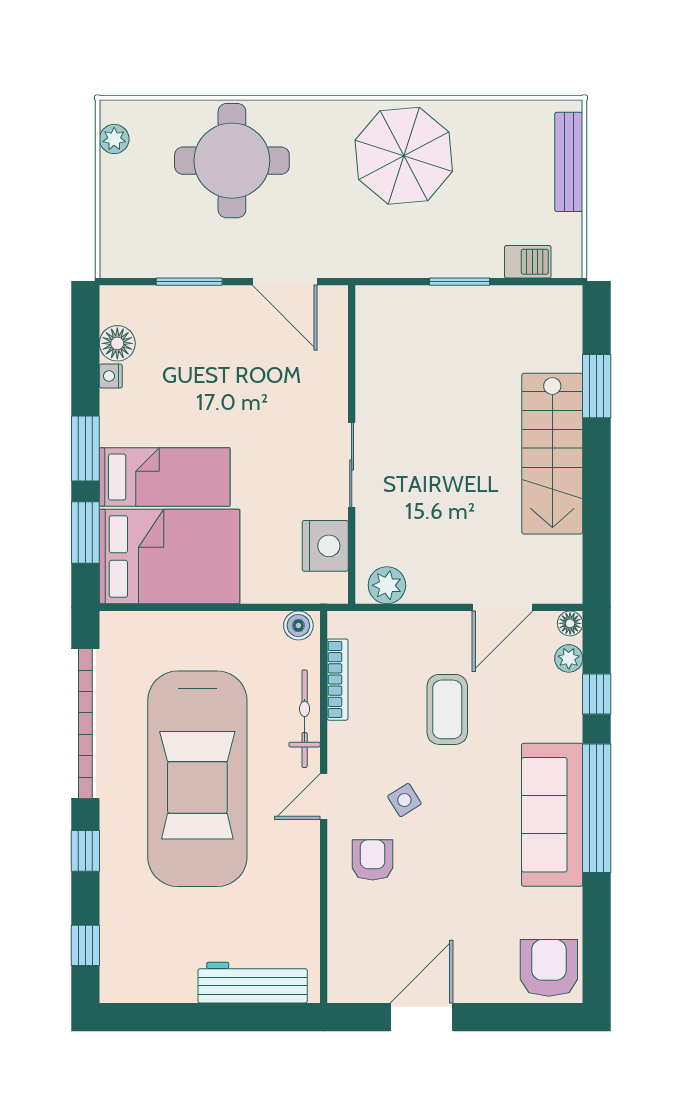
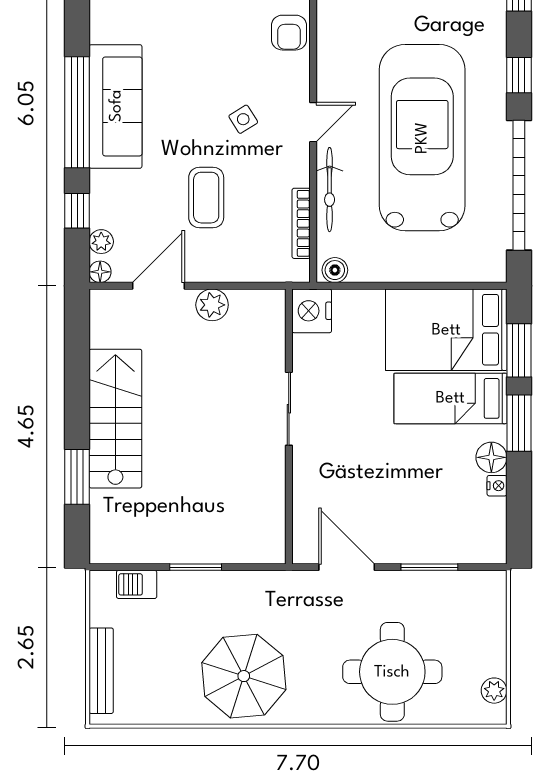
floor lamp: (117, 343) -> (491, 457), moved
nightstand: (325, 546) -> (312, 311), moved
plant: (387, 585) -> (212, 305), moved
armchair: (373, 860) -> (289, 33), moved

